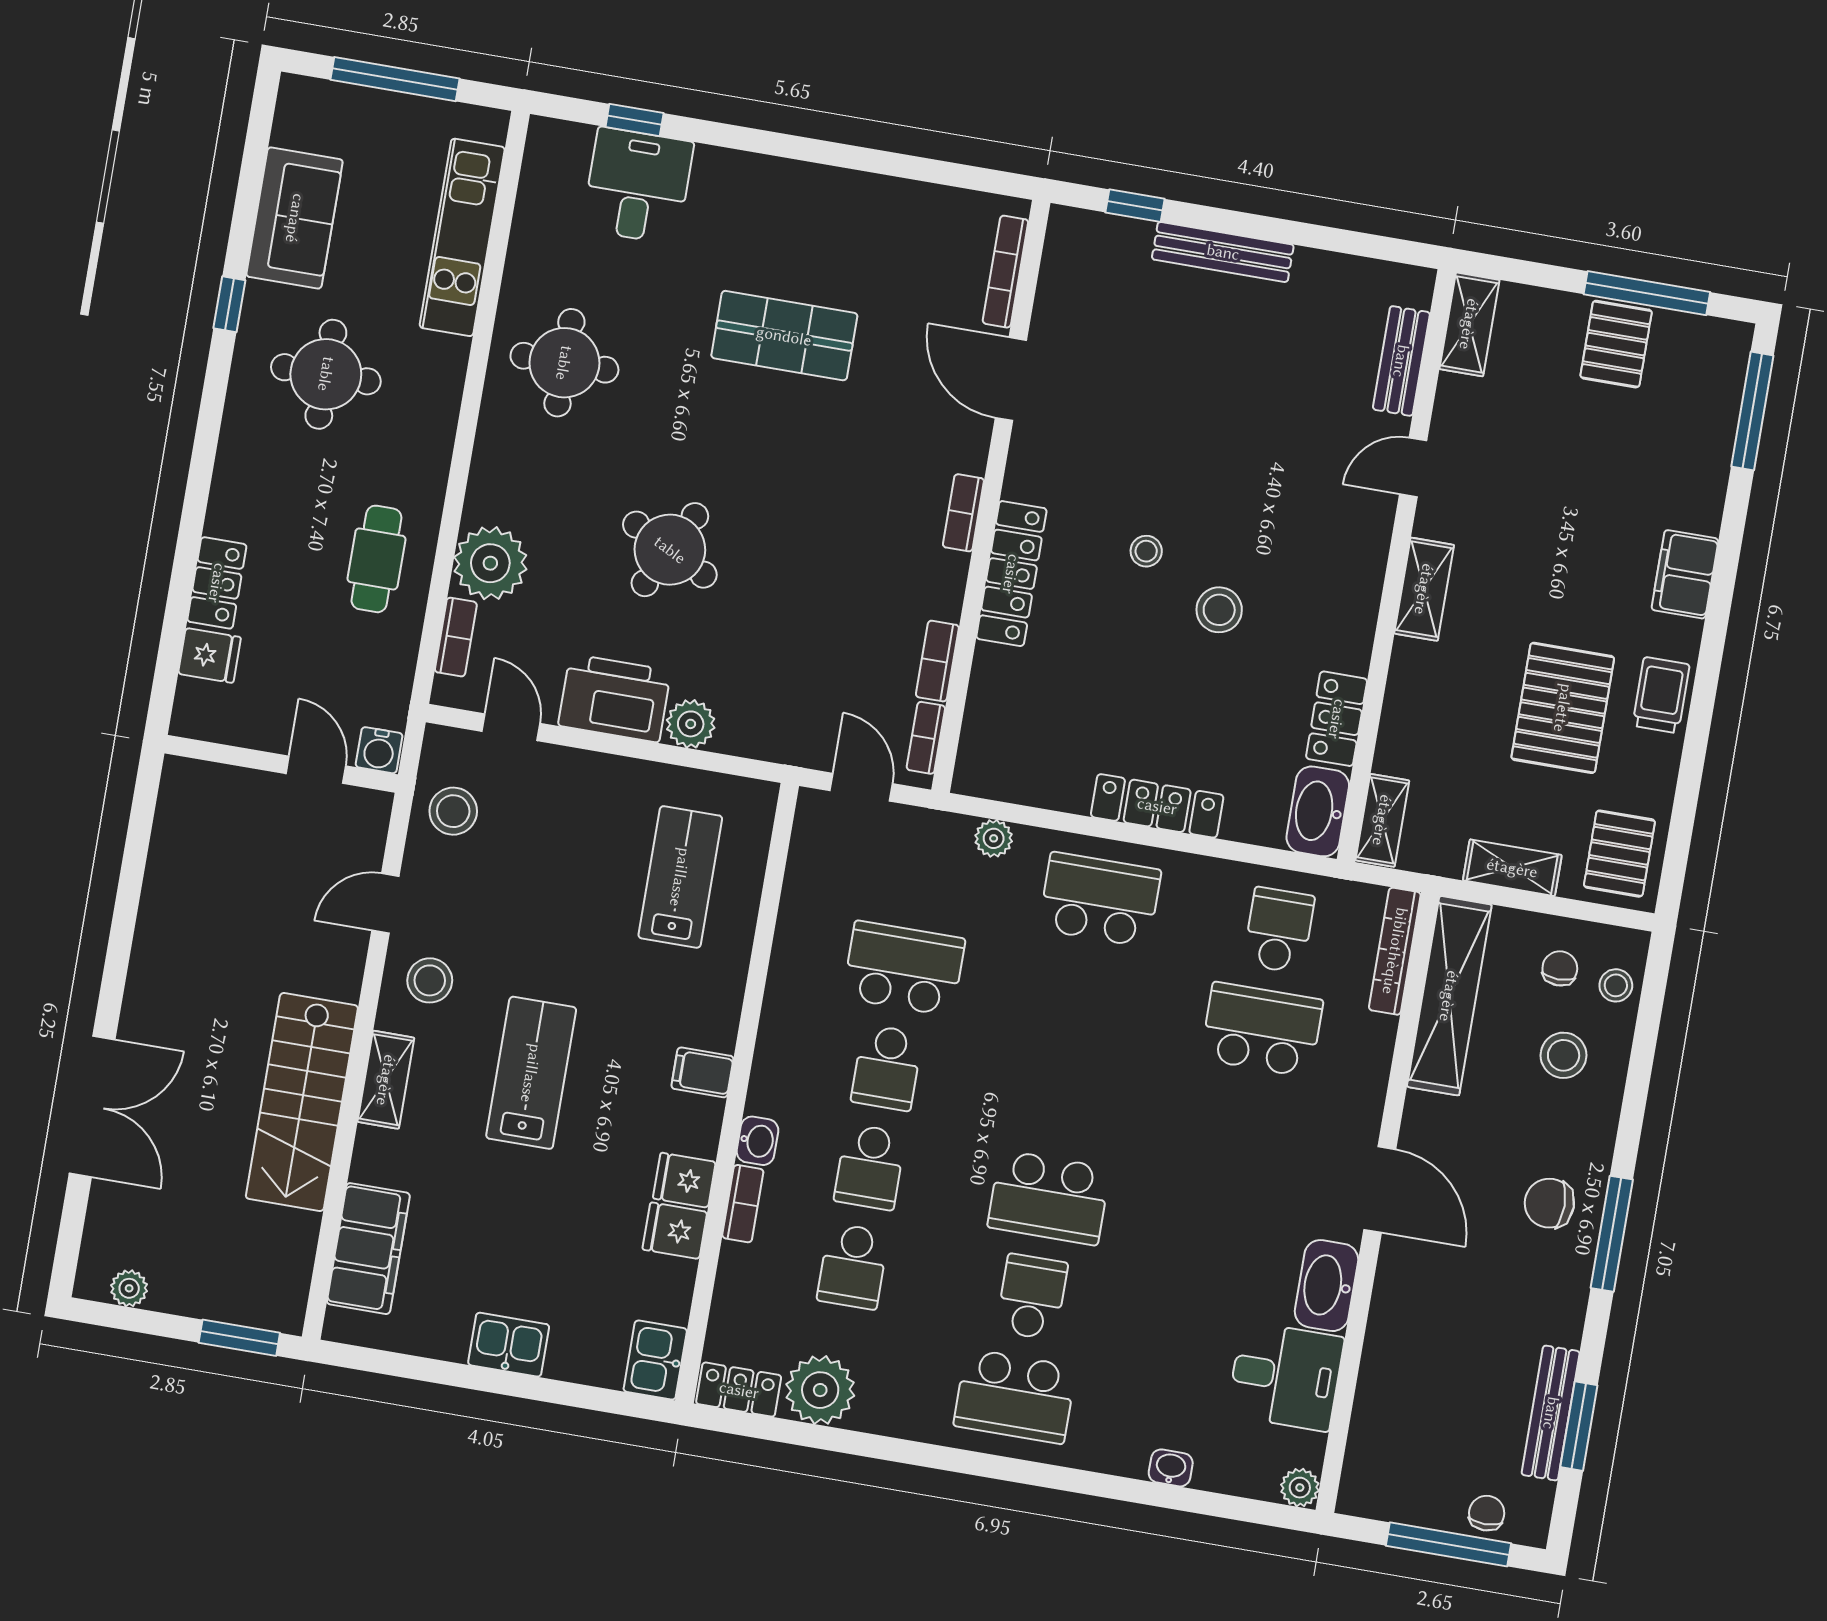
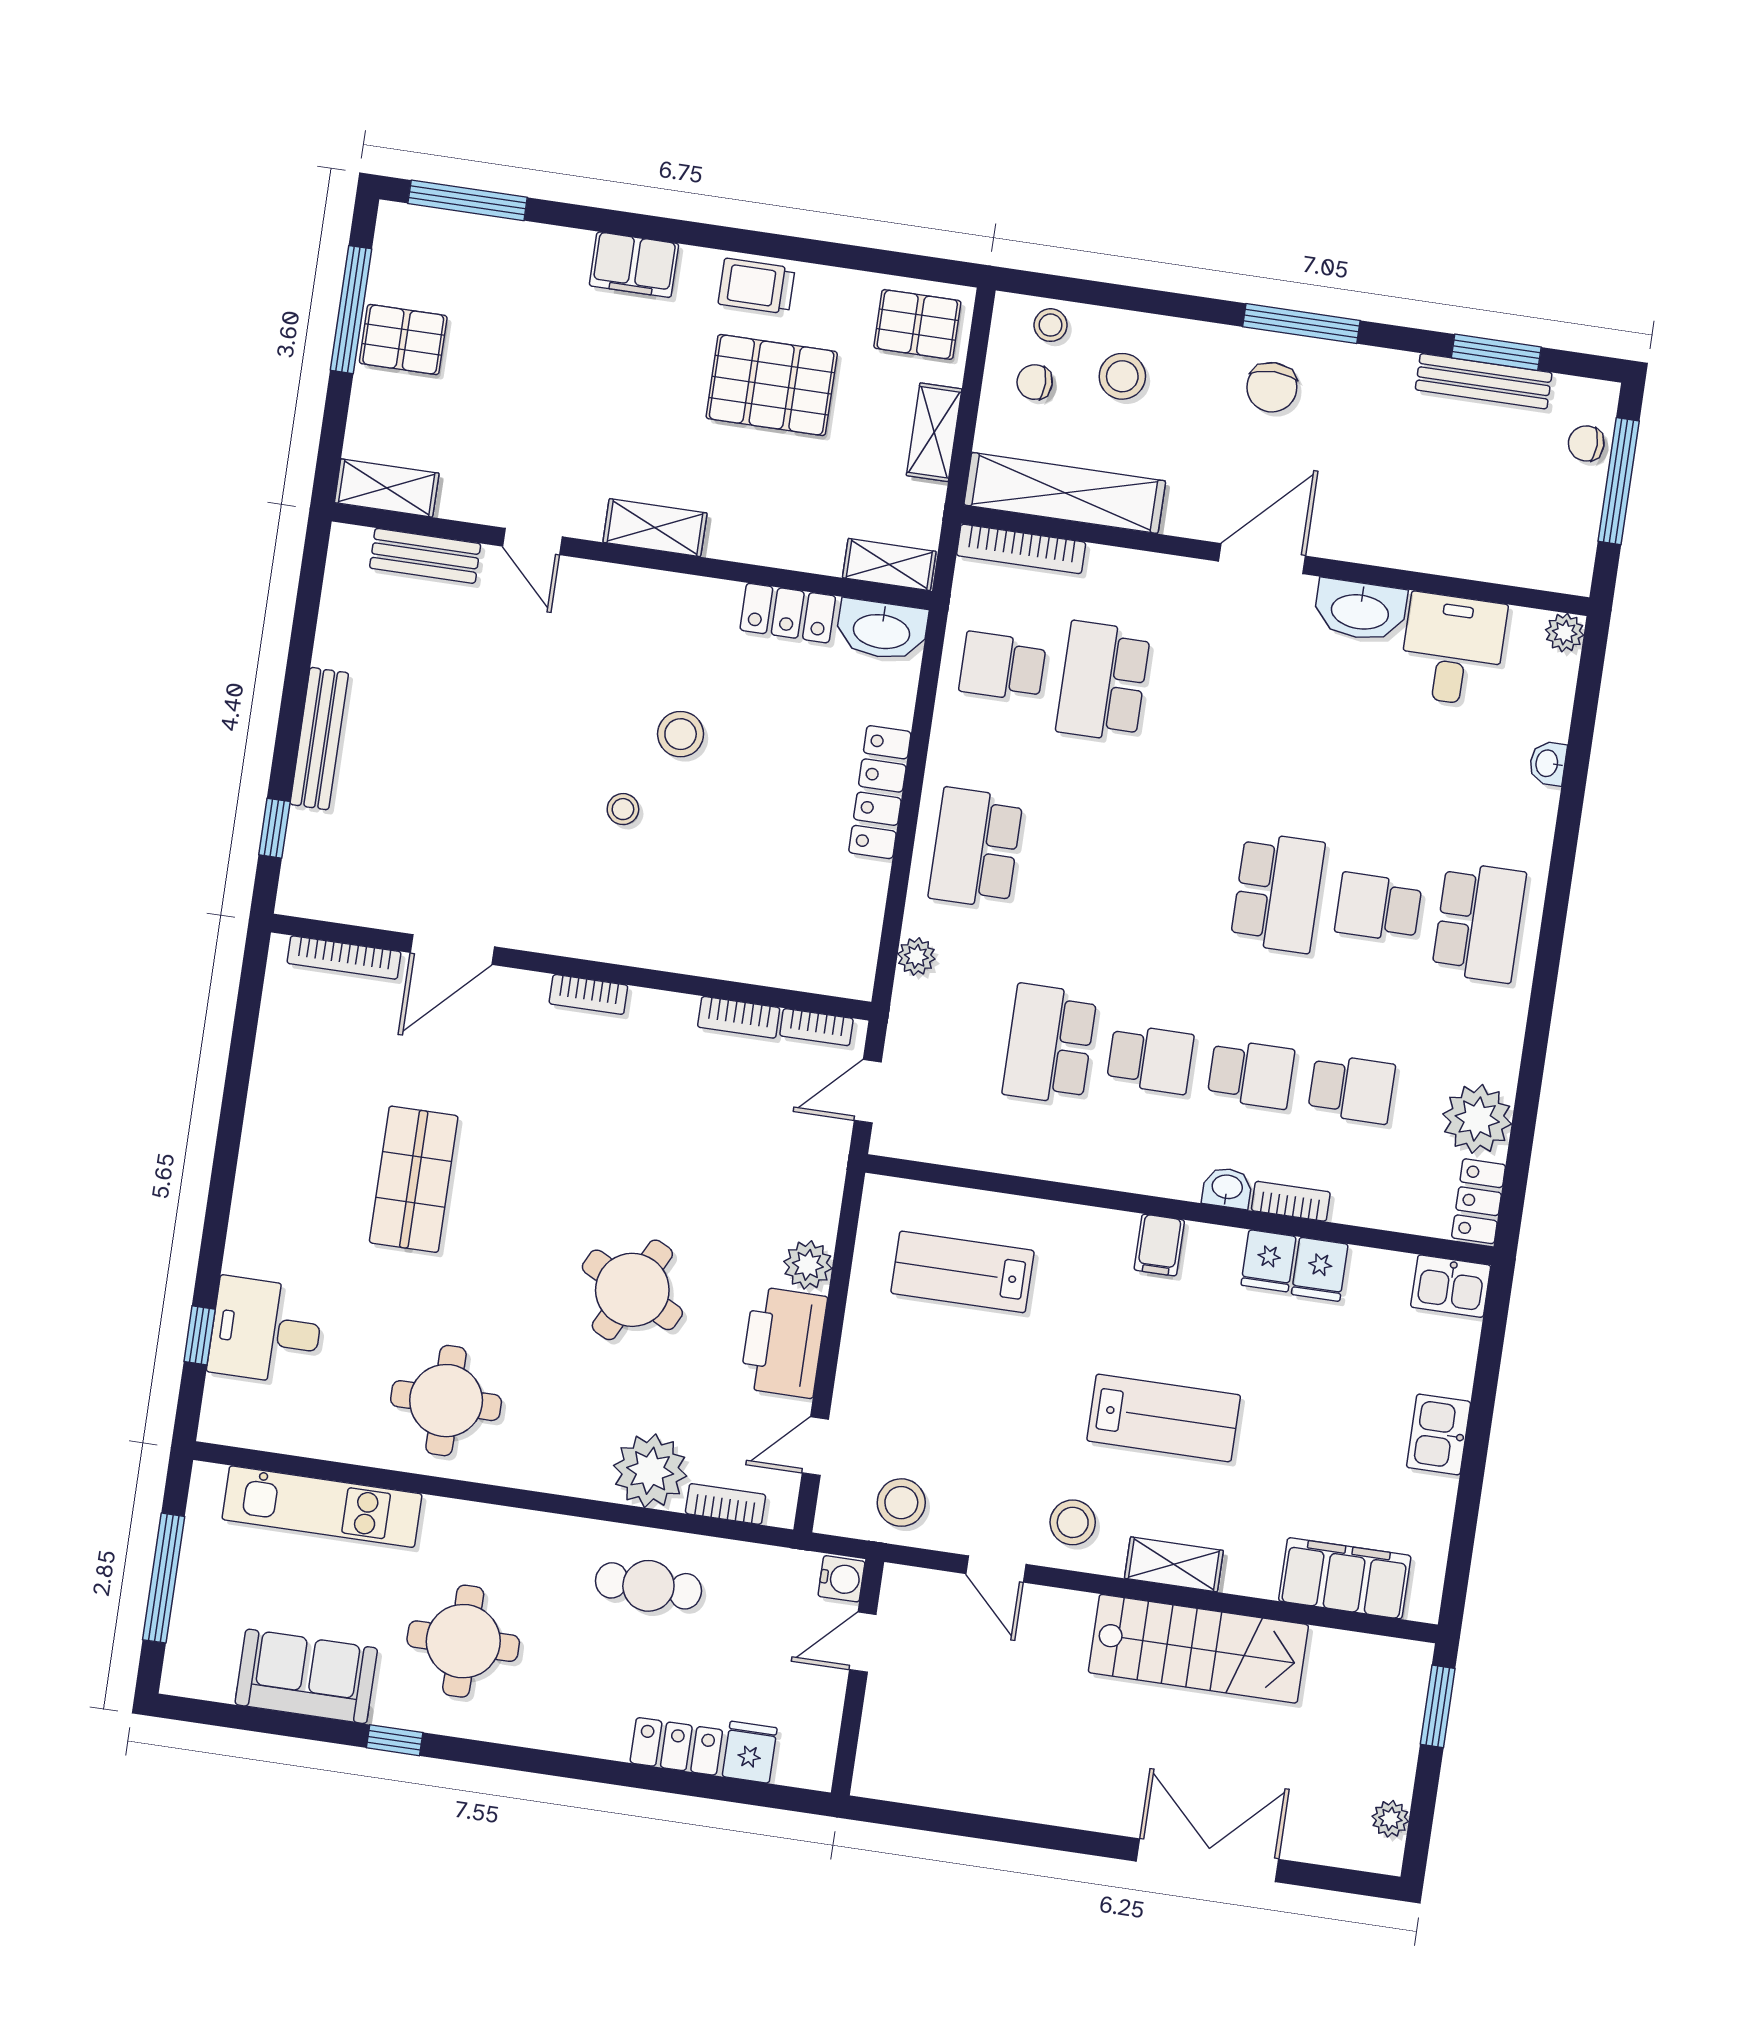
locker: (1011, 574) -> (649, 945), removed
lab bench: (531, 1073) -> (1164, 1418), turned 180

